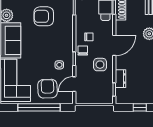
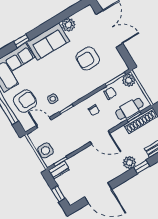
armchair: (44, 16) -> (88, 59), turned -90
chair: (83, 51) -> (110, 93), moved
side table: (100, 65) -> (46, 150), moved
dresser: (121, 79) -> (59, 170), moved

